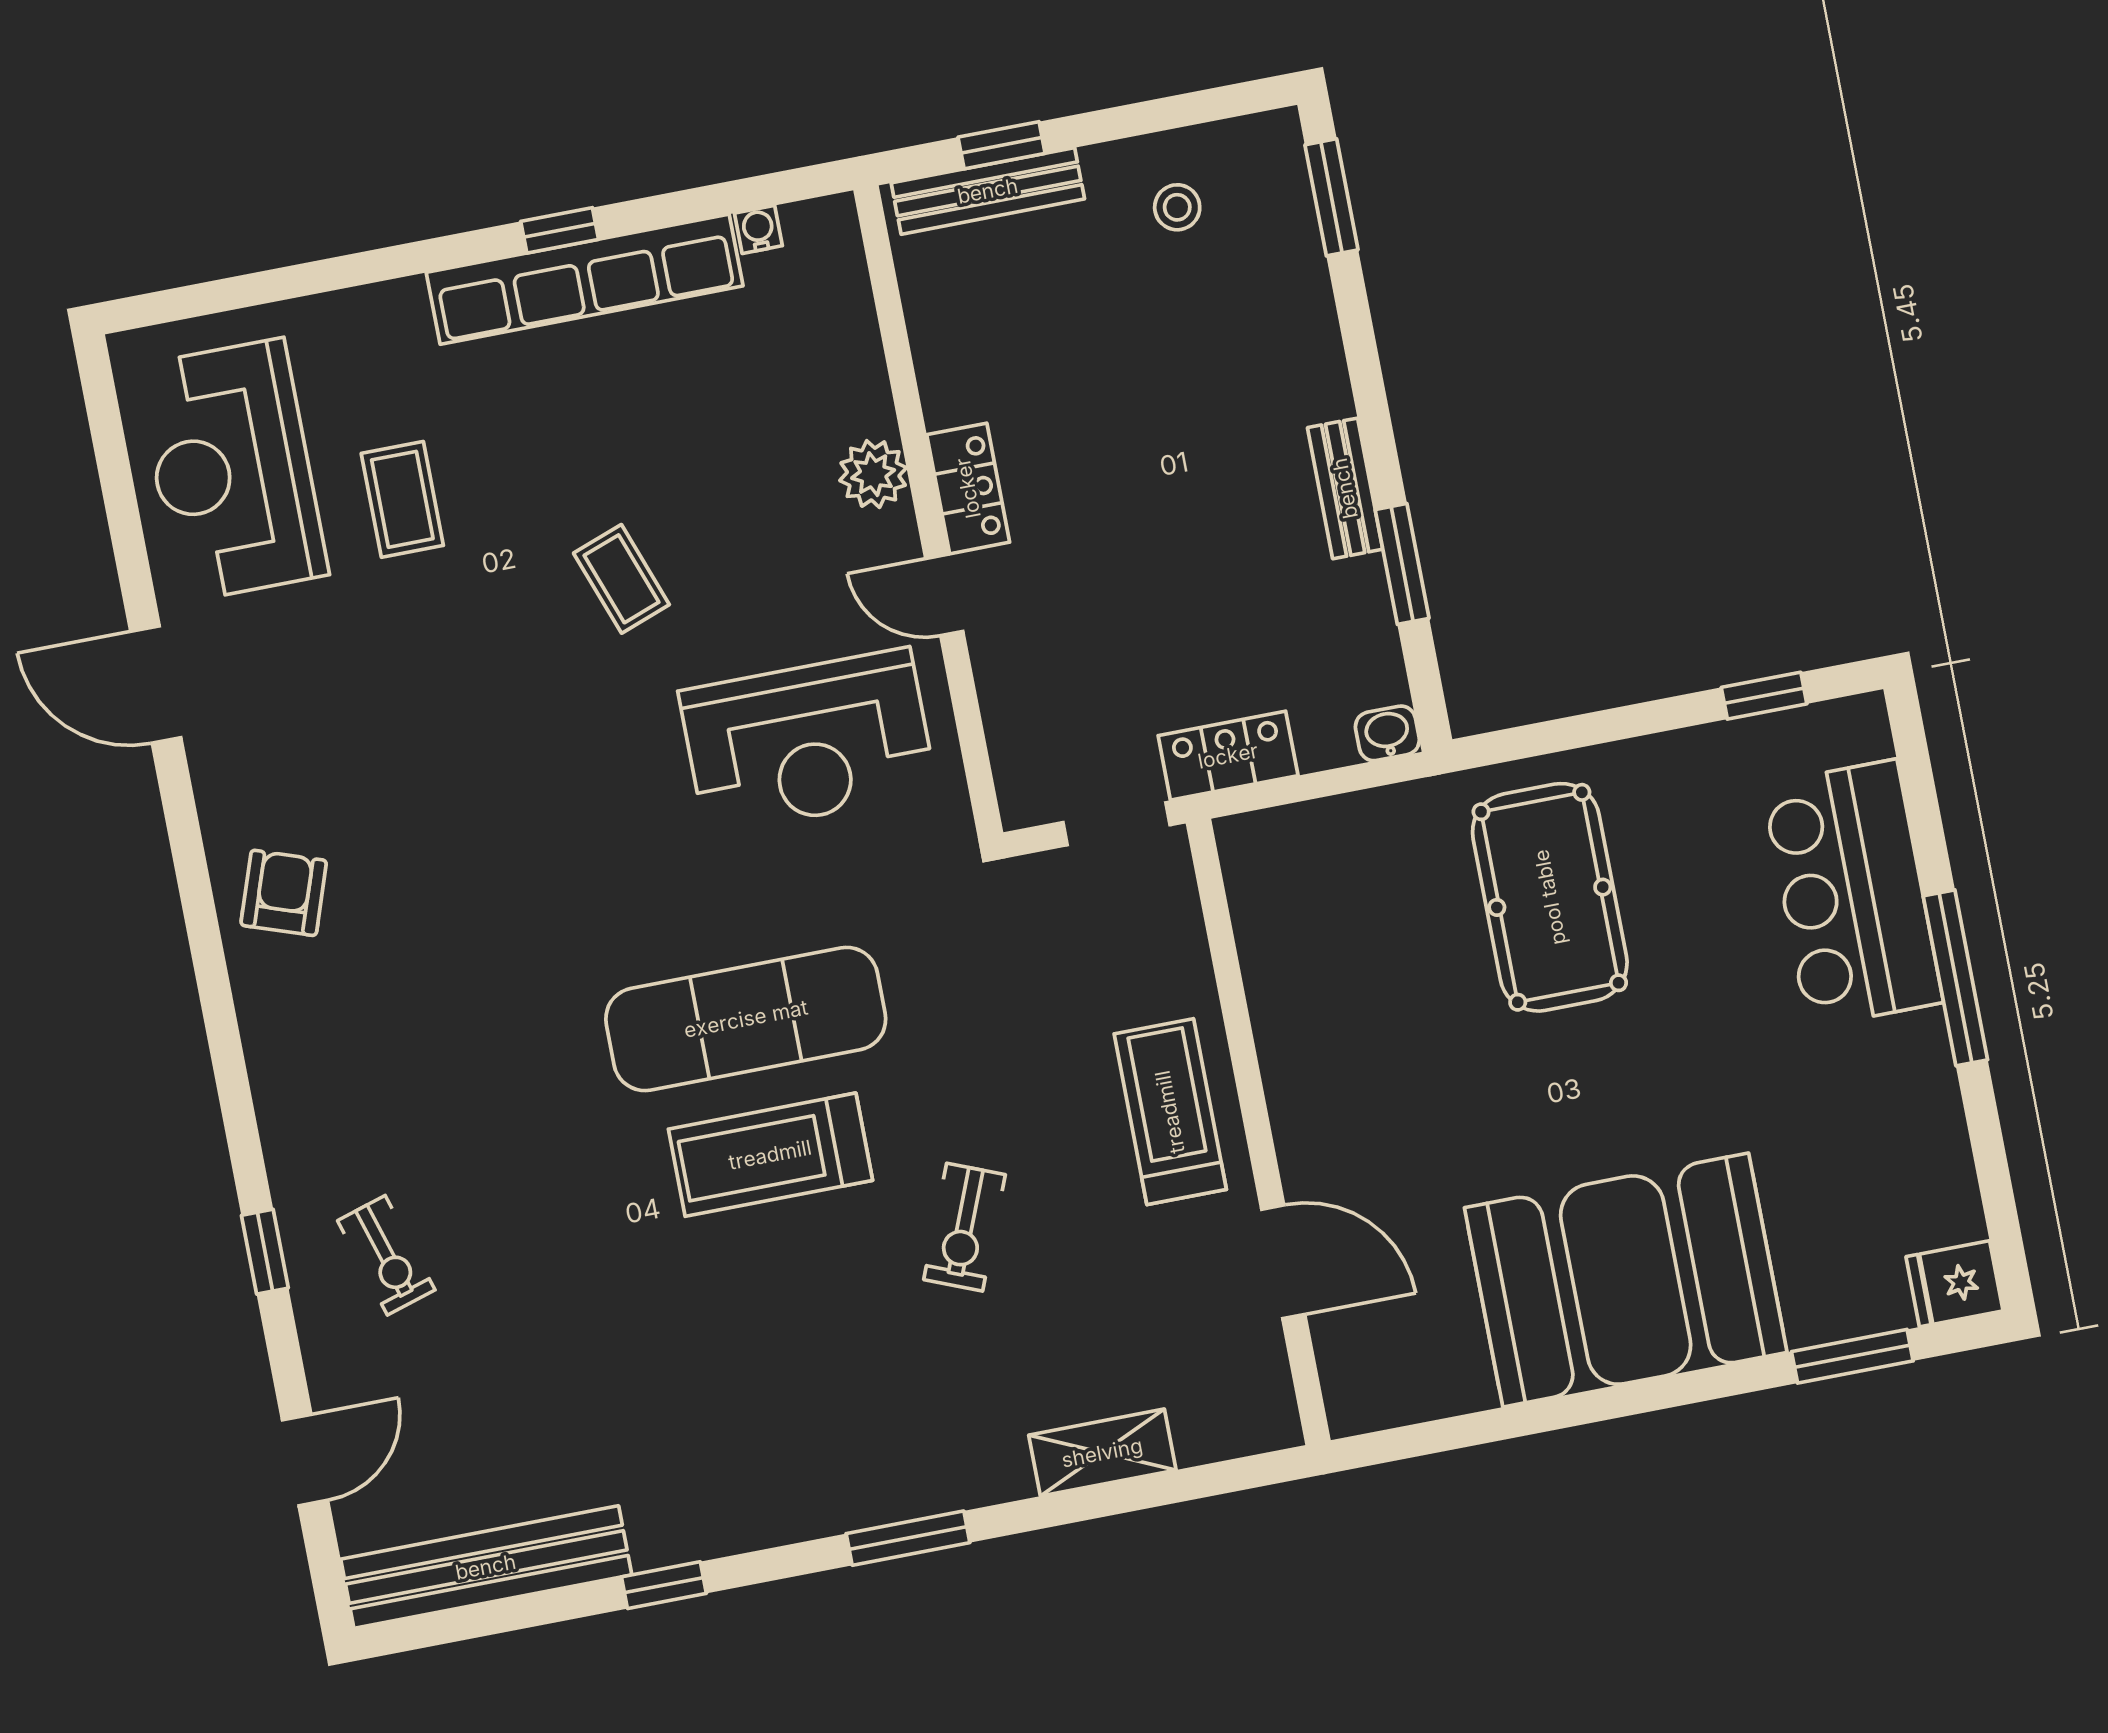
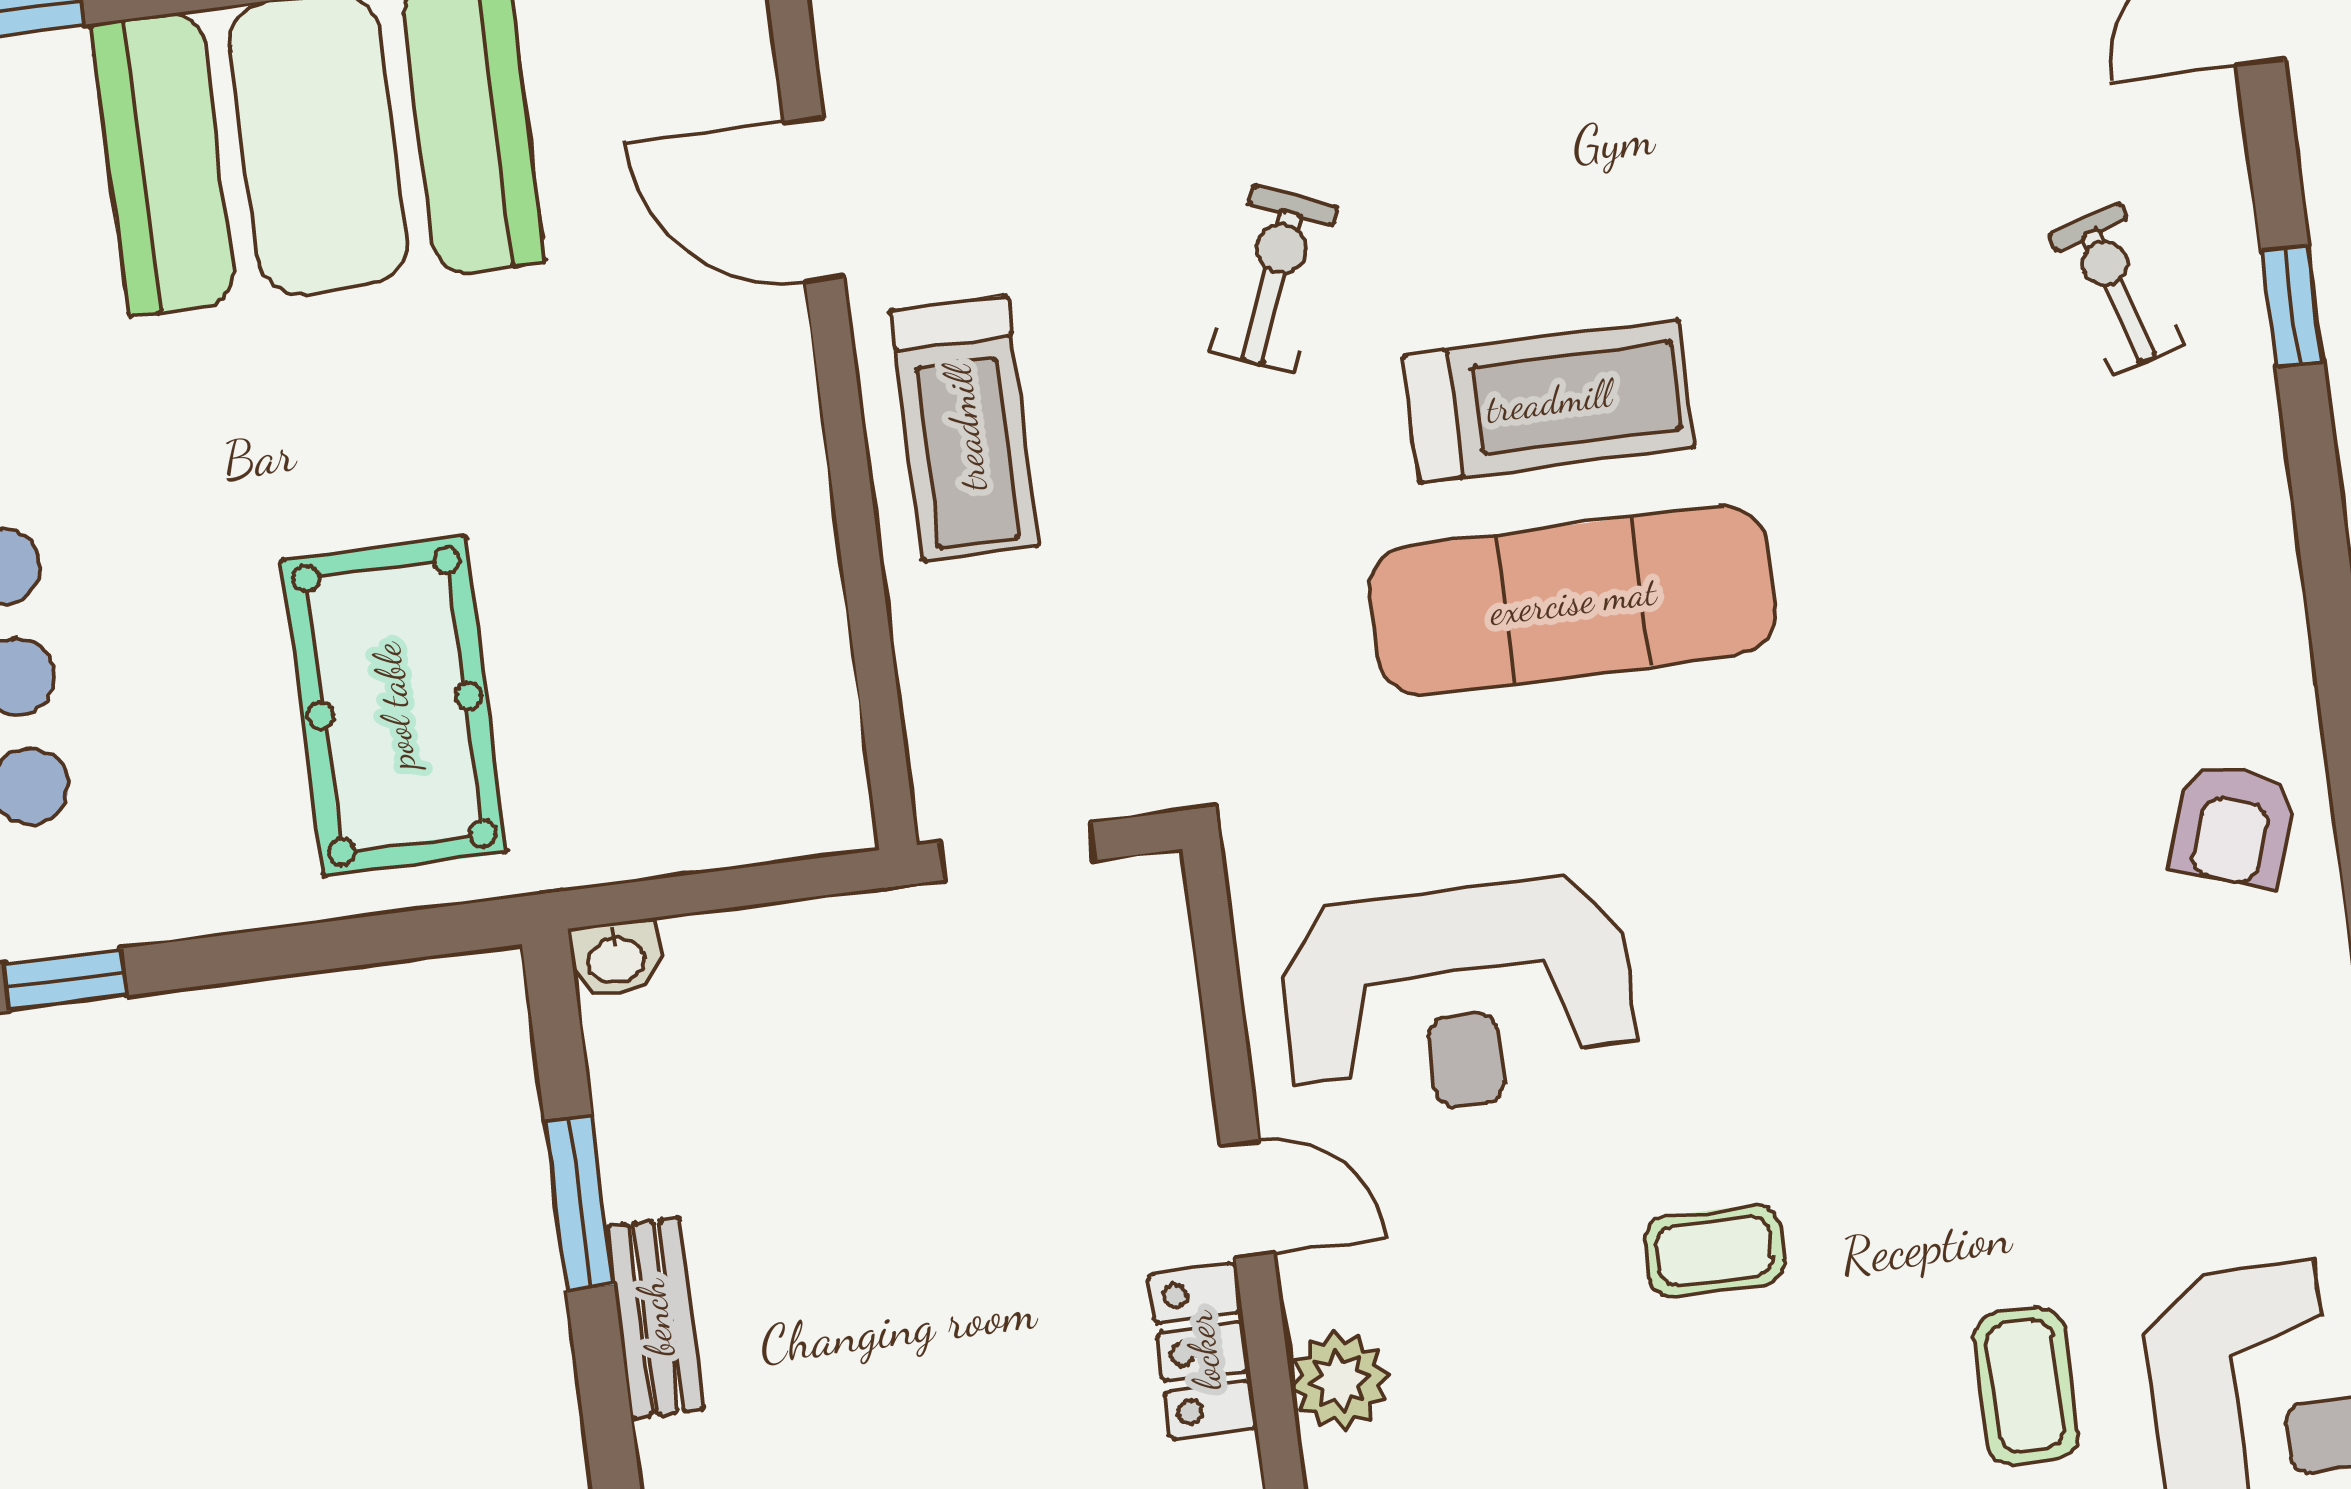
coffee table: (621, 579) -> (1714, 1251), turned -70
reception desk: (808, 742) -> (1458, 998), turned 180
locker: (1228, 756) -> (849, 940), removed

